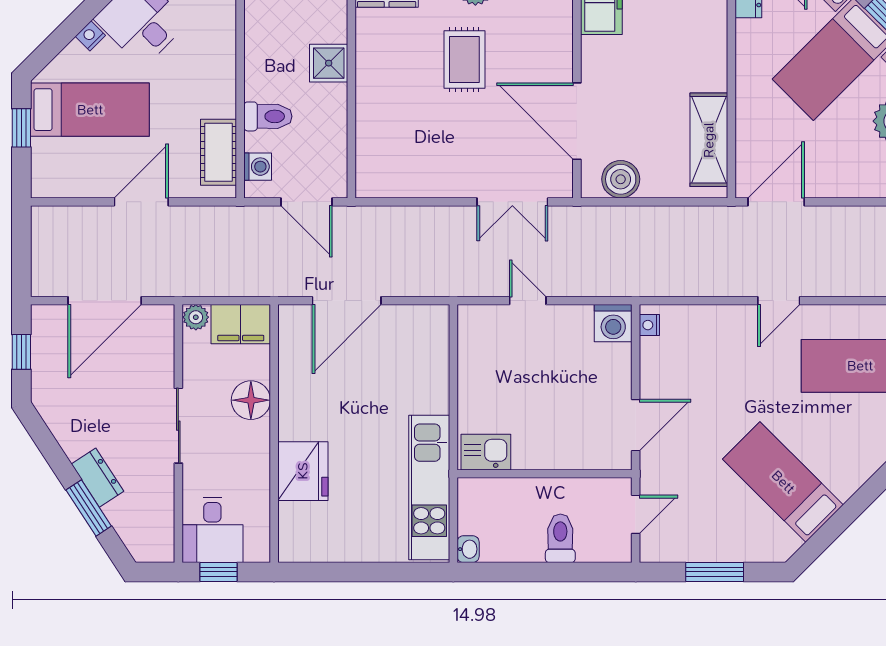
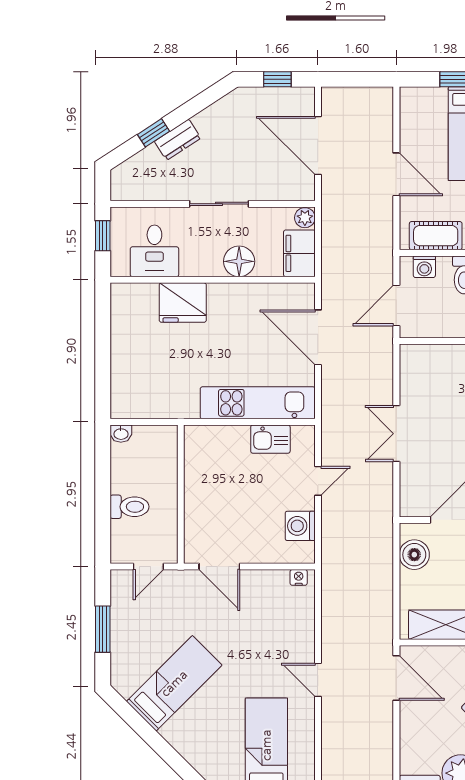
double door: (512, 202) -> (396, 434), moved
washing machine: (613, 323) -> (300, 526), moved
kitchen sink: (486, 452) -> (270, 439), moved, turned 90
kitchen unit: (429, 487) -> (258, 403), moved
window: (89, 508) -> (154, 133), width x0.67
door: (636, 514) -> (148, 567), hinge flipped
desk: (212, 530) -> (154, 251), moved, turned -90

